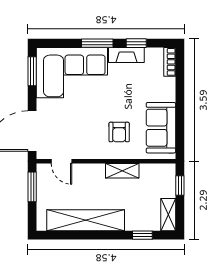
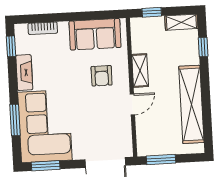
window: (97, 43) -> (15, 120), moved
window: (136, 43) -> (11, 46), moved
bookcase: (170, 62) -> (43, 28), moved
armchair: (119, 132) -> (102, 76), turned 90
door: (62, 161) -> (132, 104), moved

